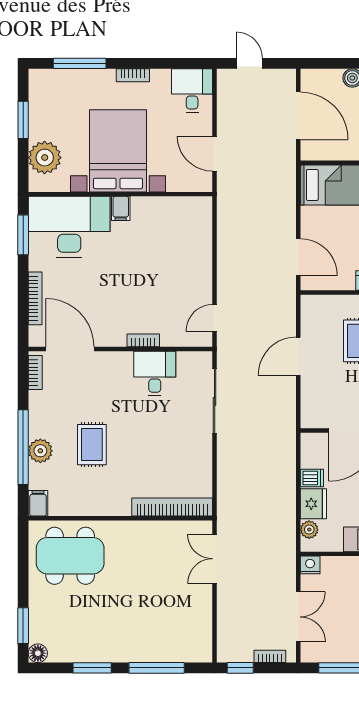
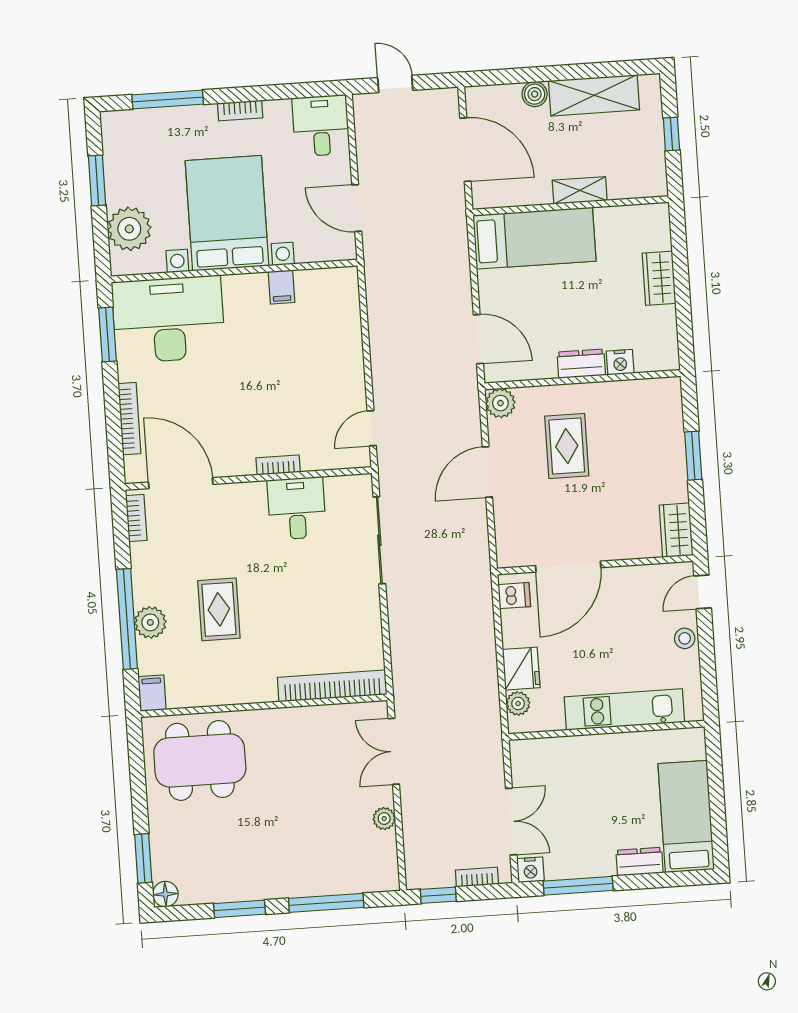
filing cabinet: (121, 208) -> (281, 287), moved
plant: (311, 306) -> (500, 403), added
dishwasher: (312, 478) -> (514, 596), moved
nightstand: (310, 565) -> (530, 870), moved, turned 180
plant: (204, 608) -> (384, 819), added

